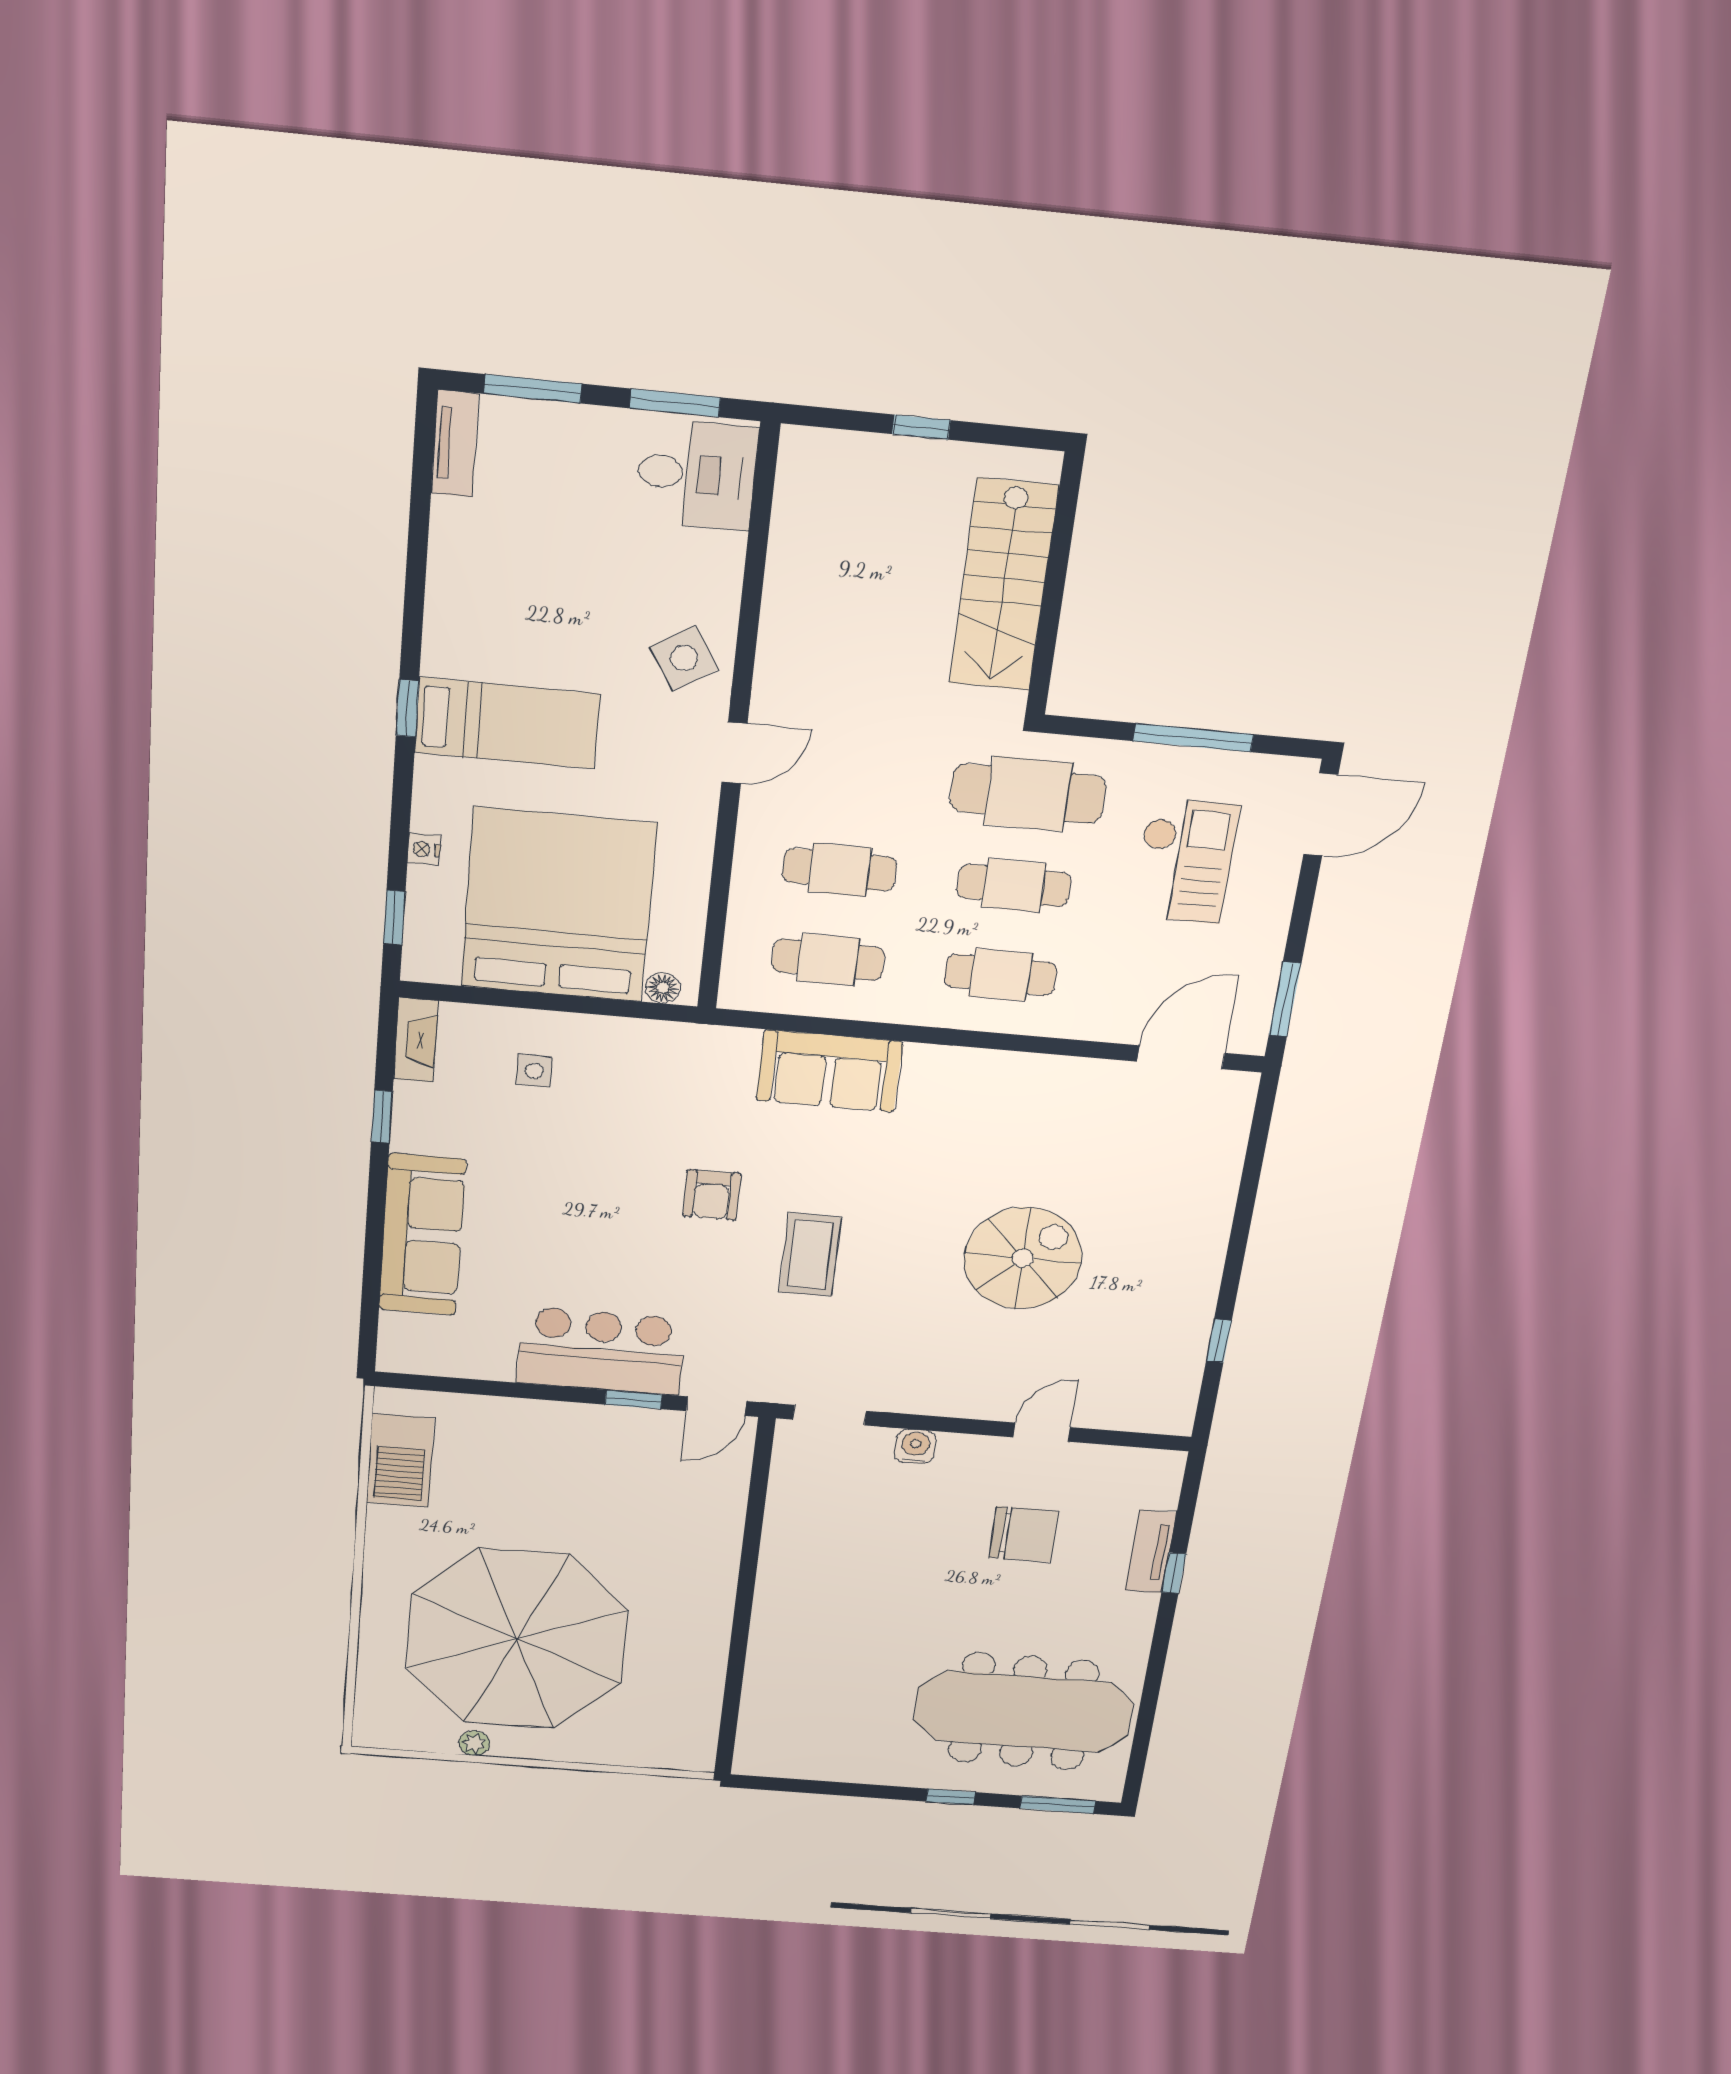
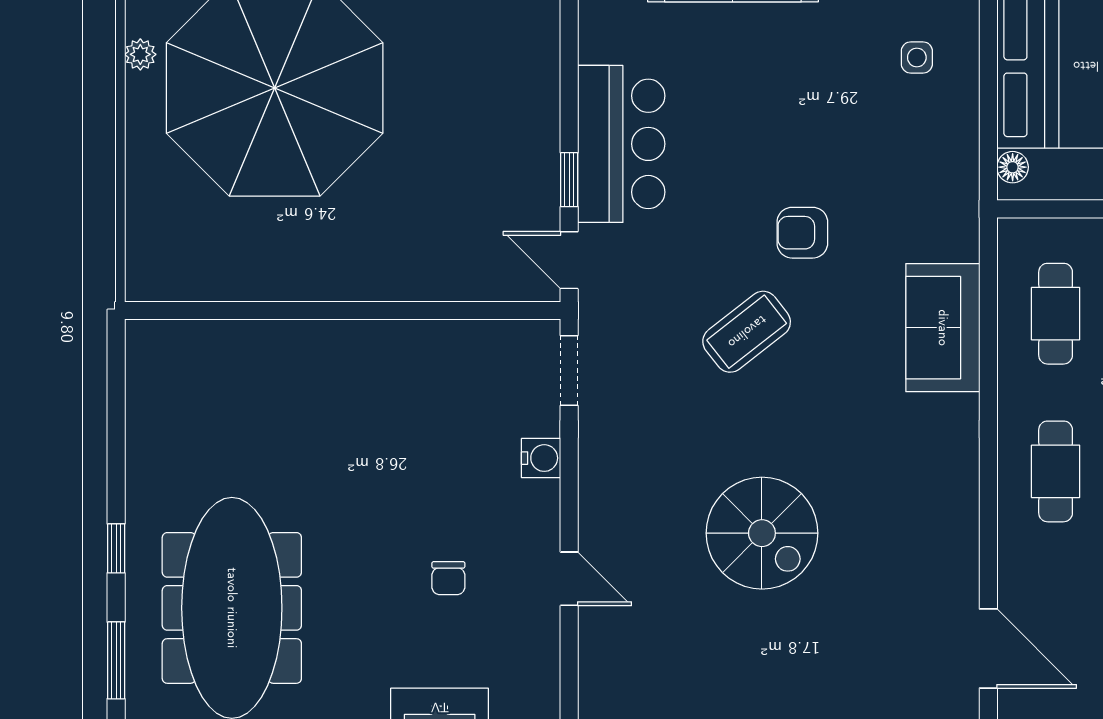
coffee table: (810, 1255) -> (747, 332), turned -38
chair: (1024, 1534) -> (448, 578), width x0.54, depth x0.54

